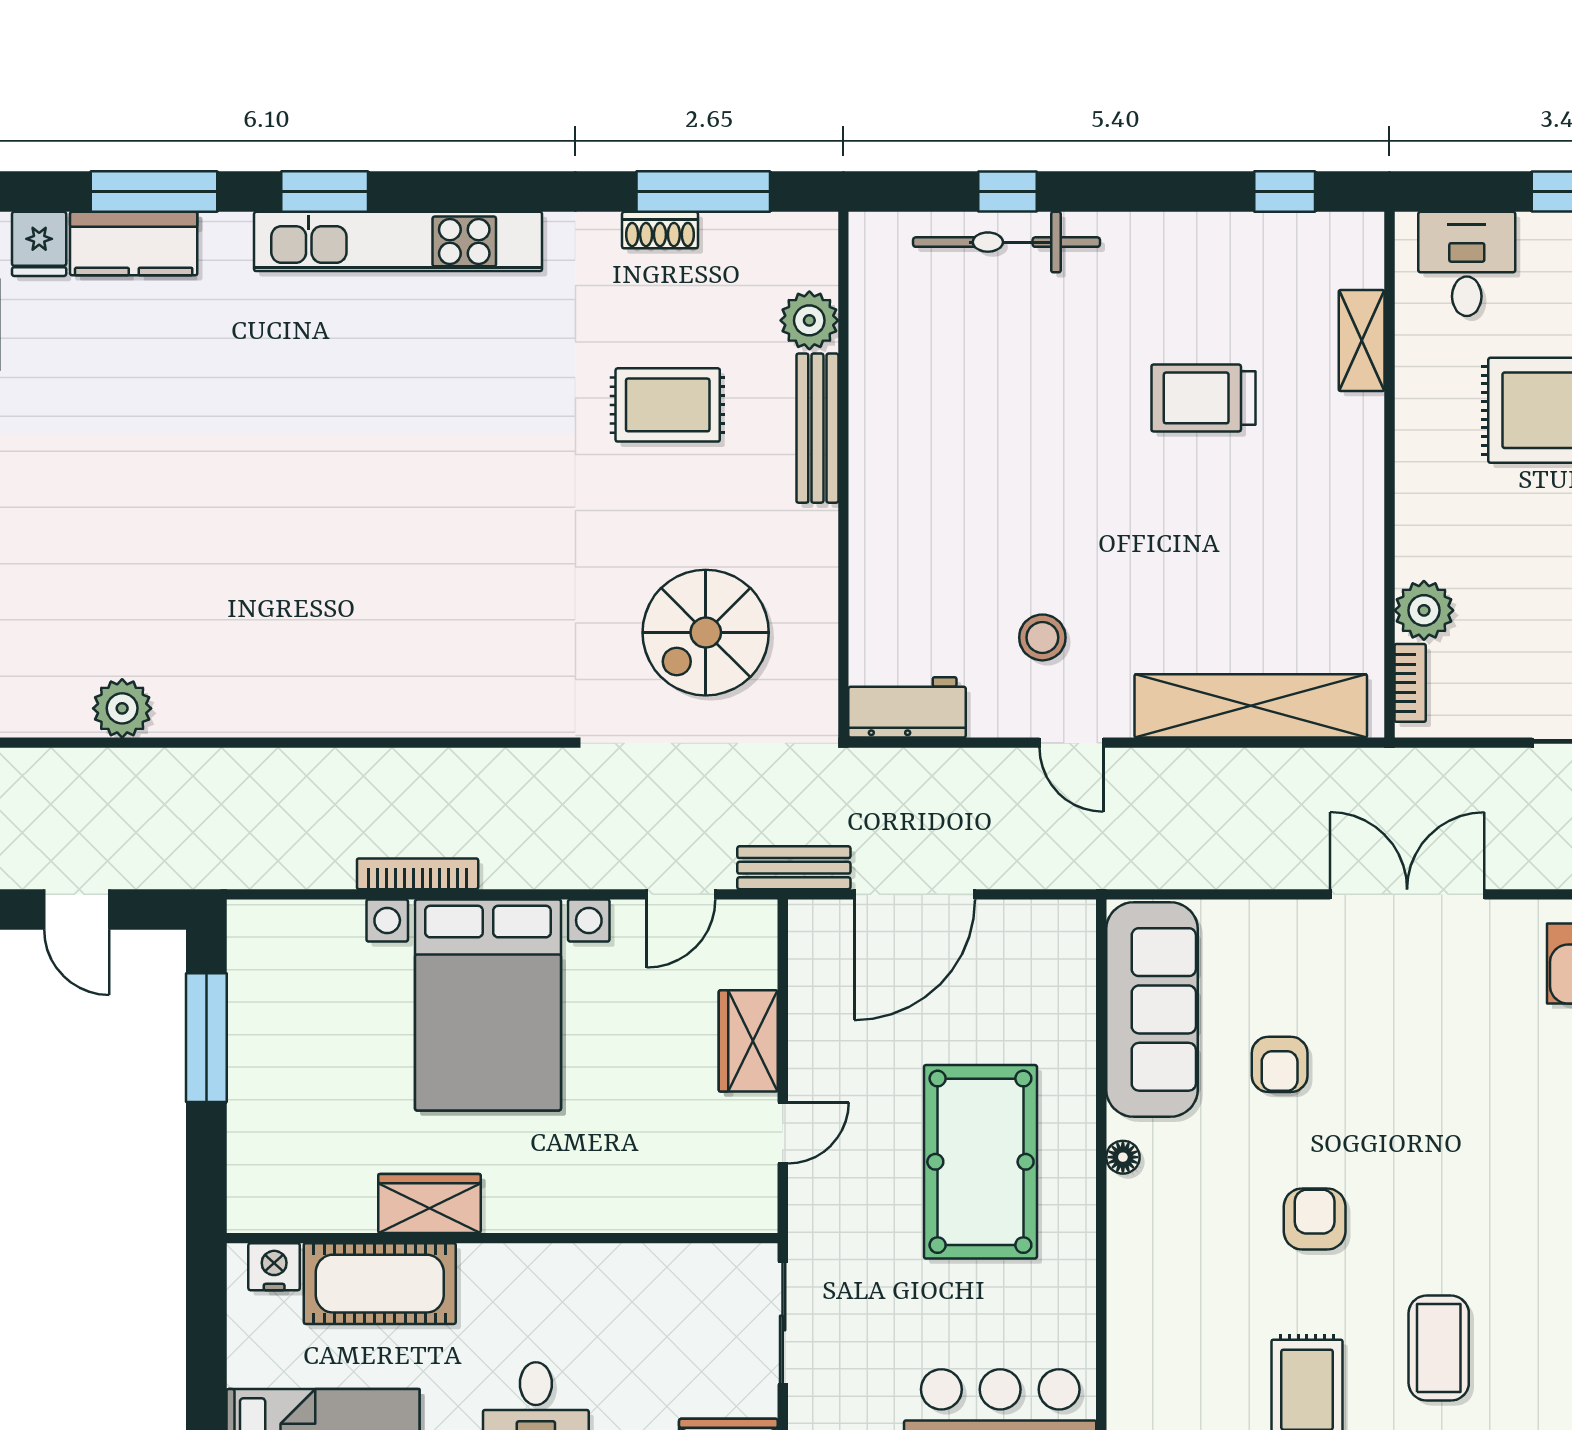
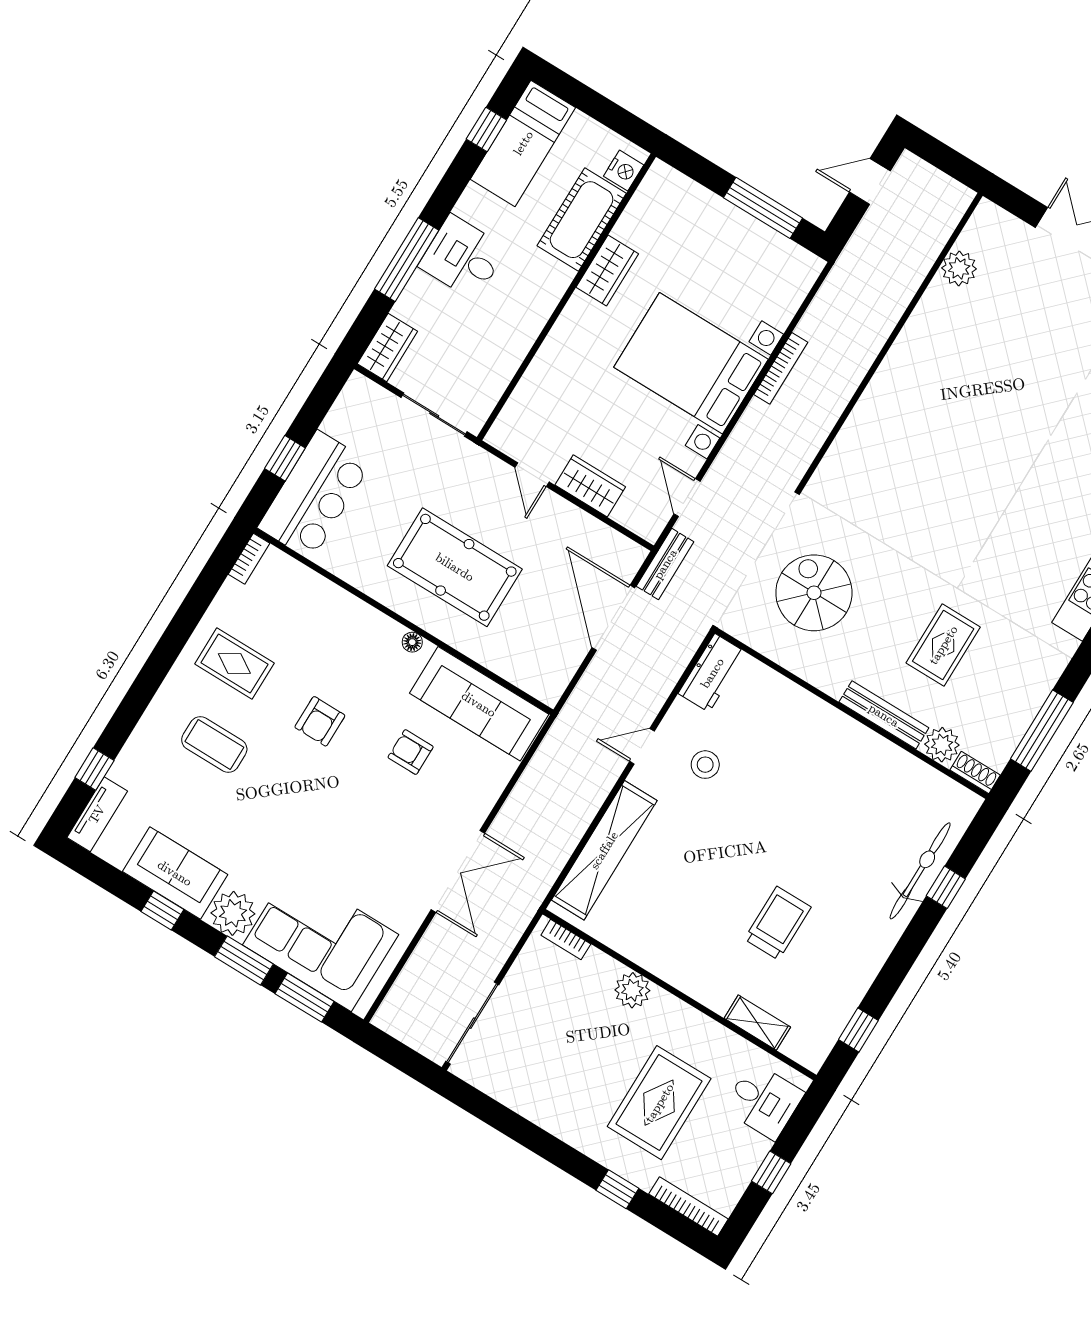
shoe rack: (660, 230) -> (975, 772), moved, turned 90
plant: (1424, 610) -> (632, 990), moved
armchair: (1315, 1219) -> (320, 721), turned 90

